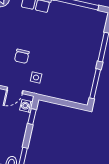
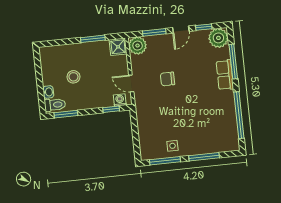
side table: (36, 77) -> (172, 146), moved

